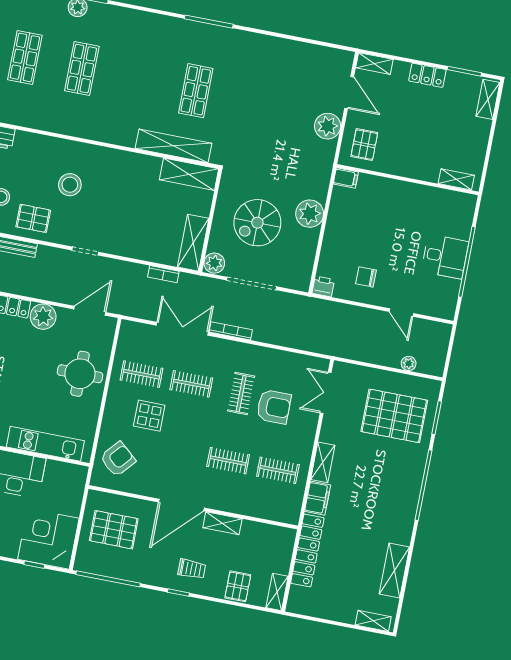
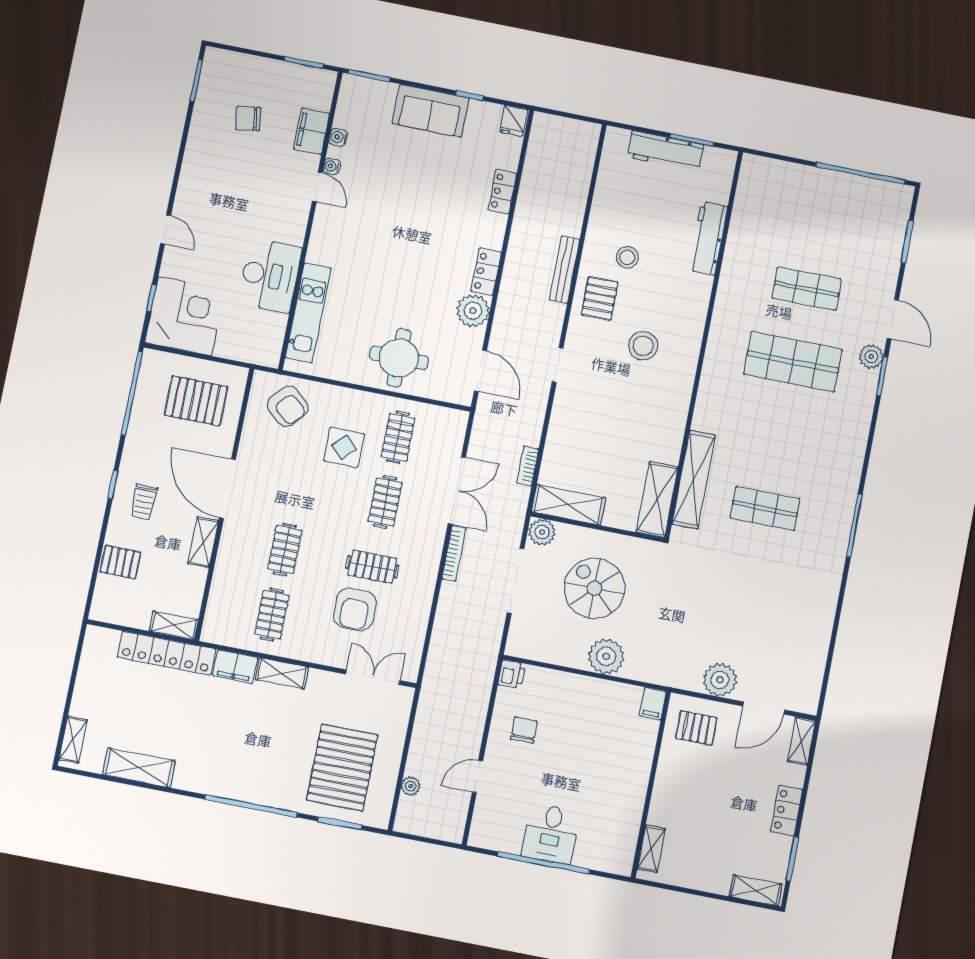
shop shelf: (82, 69) -> (793, 362), width x1.43, depth x1.36
pallet: (114, 530) -> (196, 401), turned 90
shelving: (277, 592) -> (174, 625), moved

